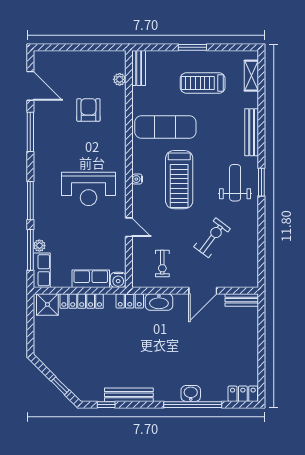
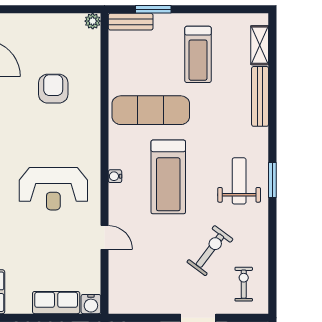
window: (192, 47) -> (153, 9), moved
bench: (139, 68) -> (131, 22), moved, turned 90
plant: (120, 79) -> (93, 21), moved
treadmill: (203, 83) -> (198, 54), turned -90
bench: (252, 132) -> (260, 96), moved
exercise bike: (162, 263) -> (244, 284), moved, turned 180

